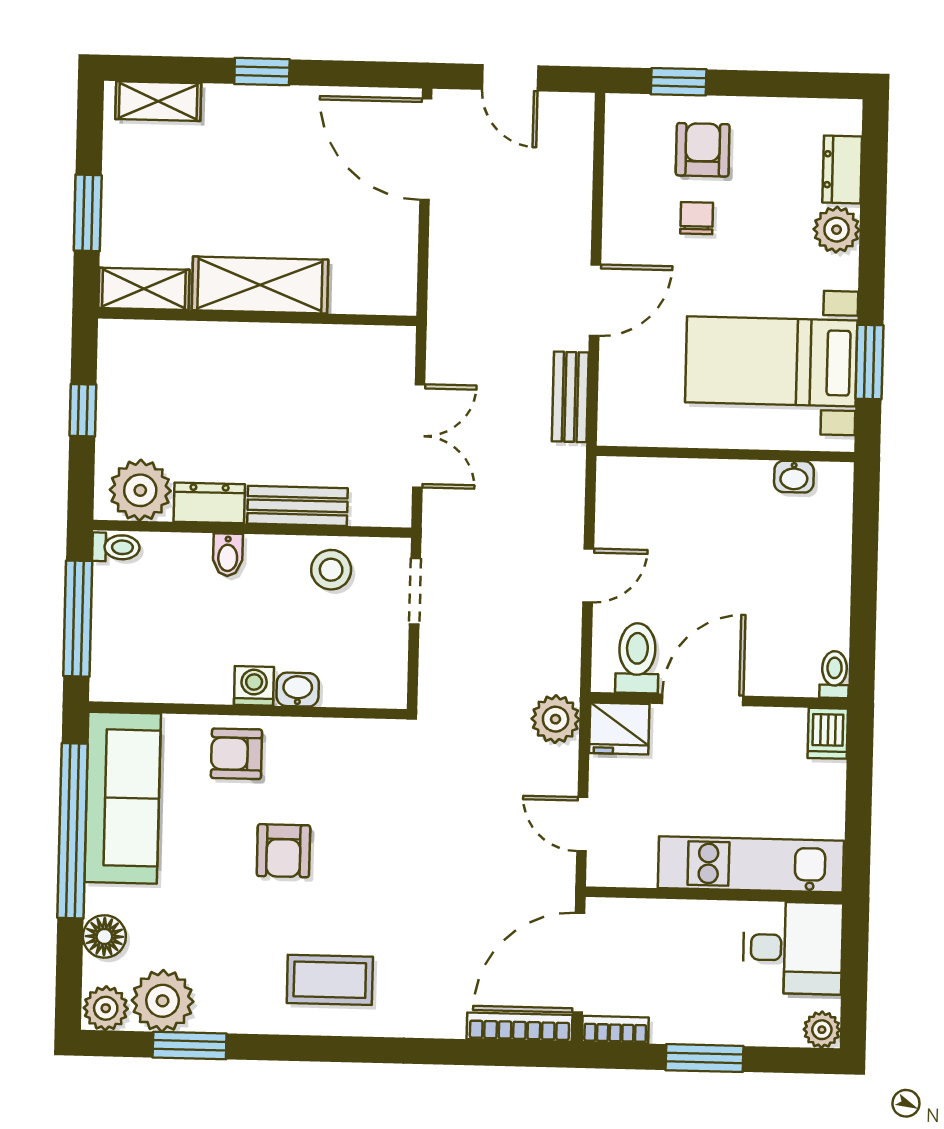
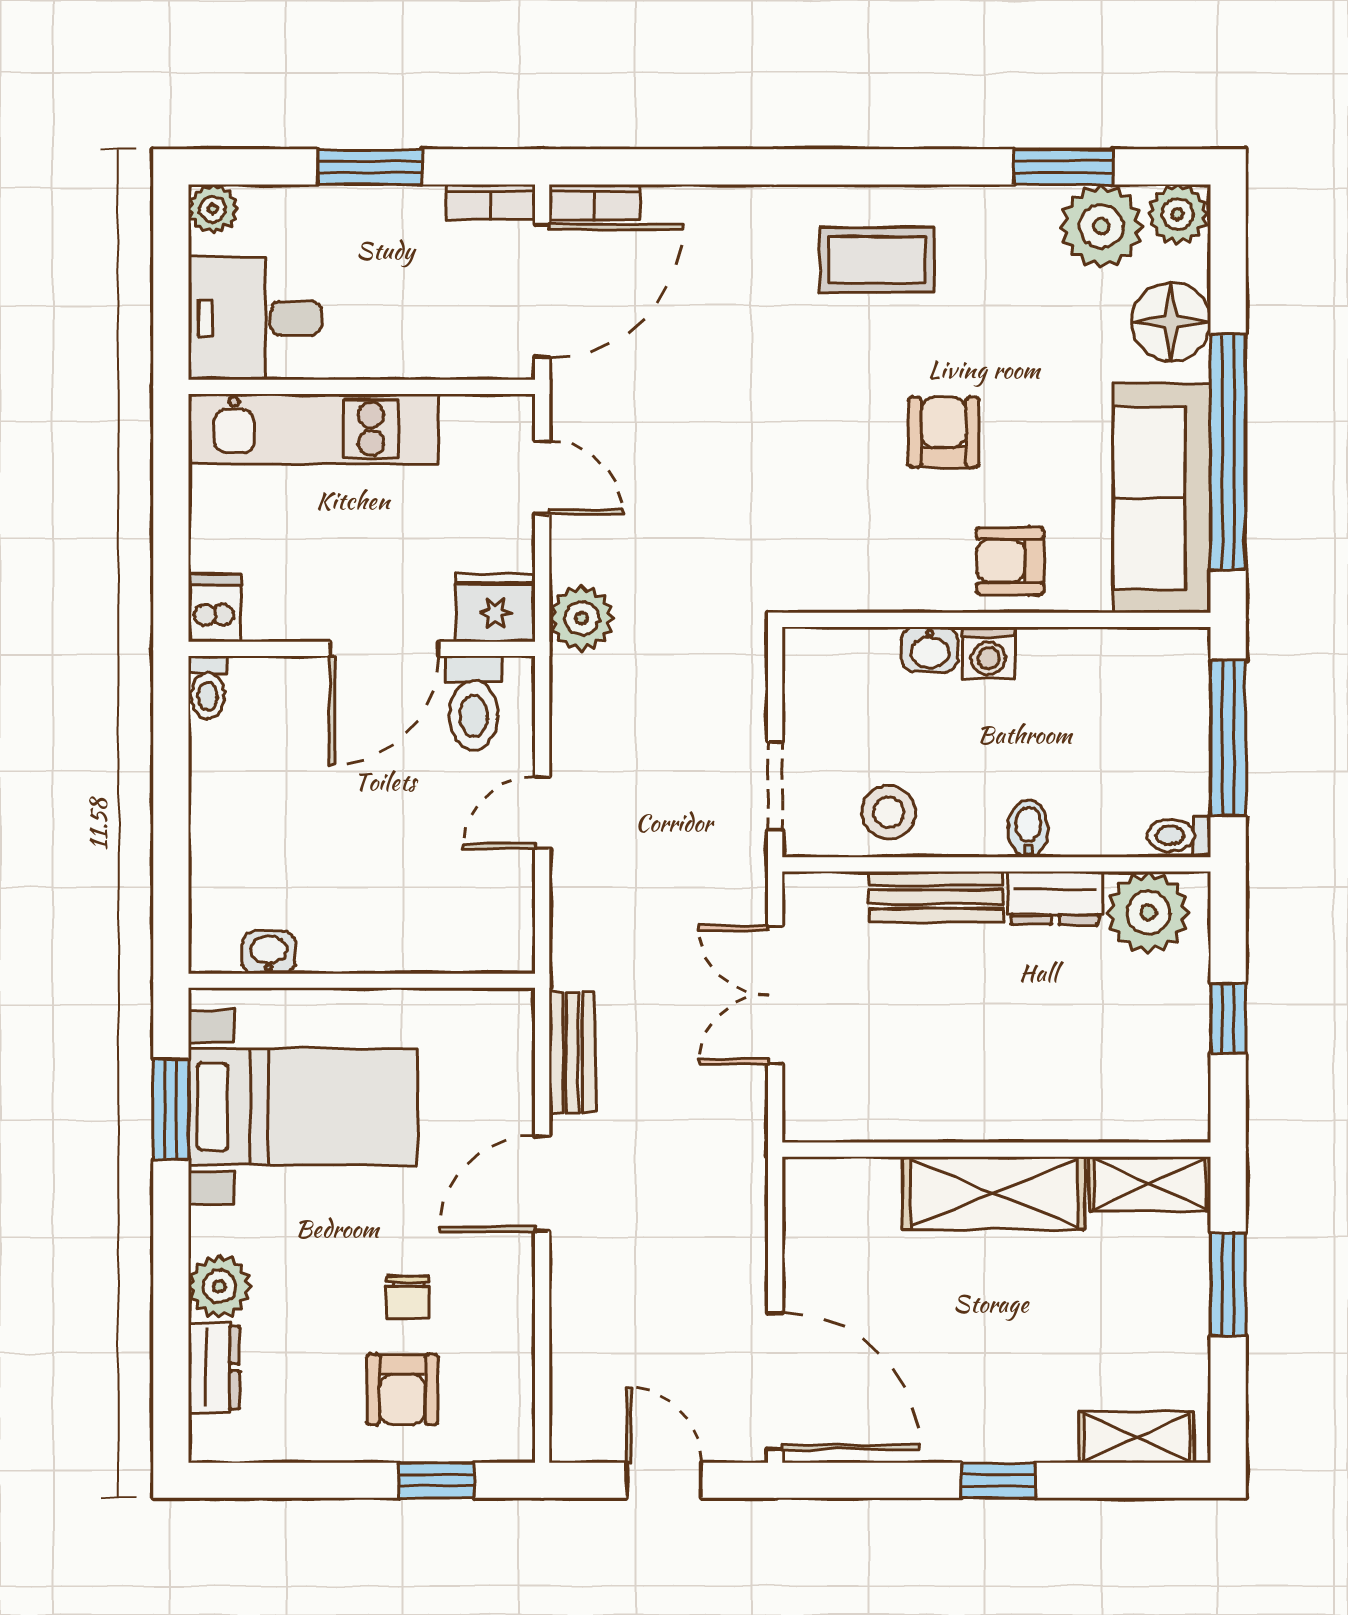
armchair: (236, 754) -> (1010, 561), turned 180
floor lamp: (104, 936) -> (1171, 322), width x1.38, depth x1.38
bookcase: (519, 1027) -> (594, 202), width x0.64

